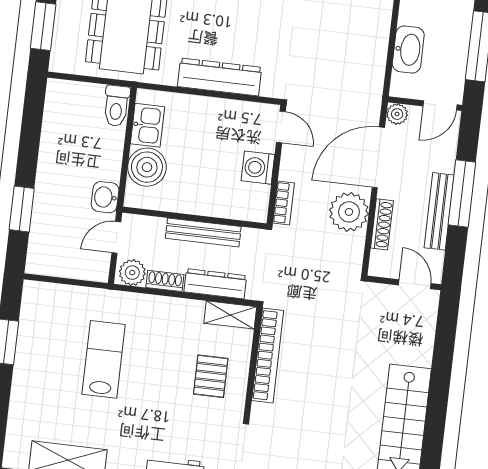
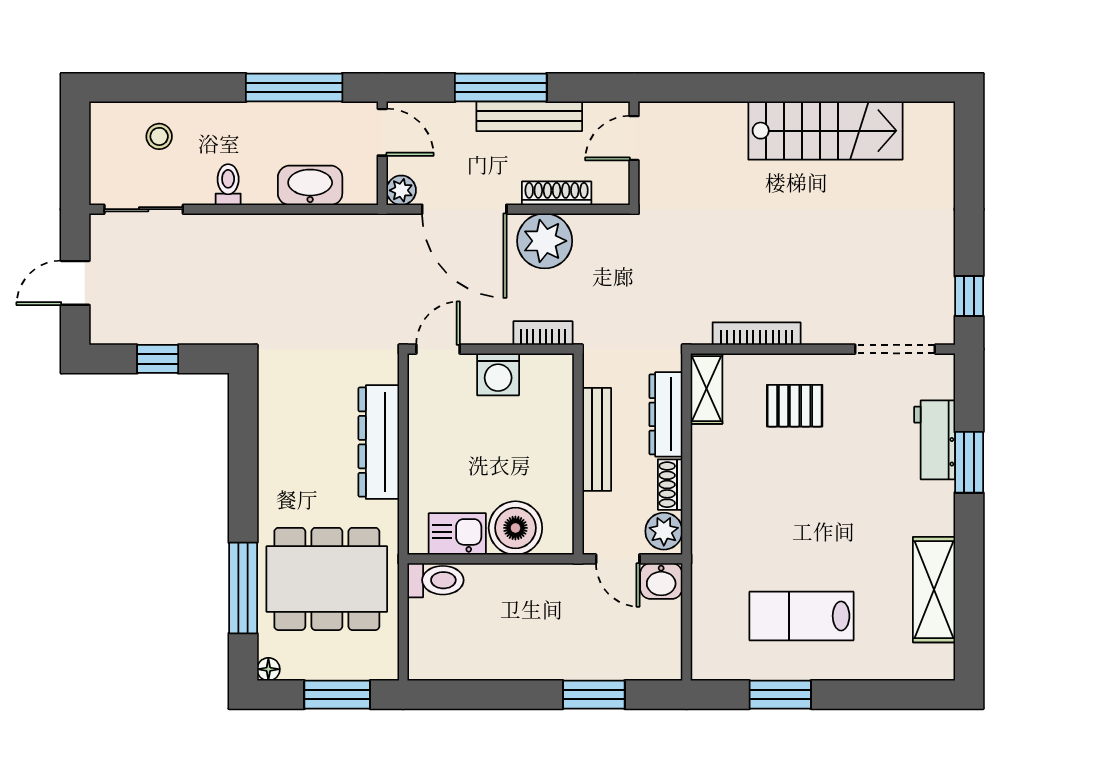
washbasin: (105, 197) -> (661, 581), moved
bookcase: (268, 355) -> (757, 334), width x0.68, depth x0.76
lab bench: (104, 359) -> (801, 616), moved

